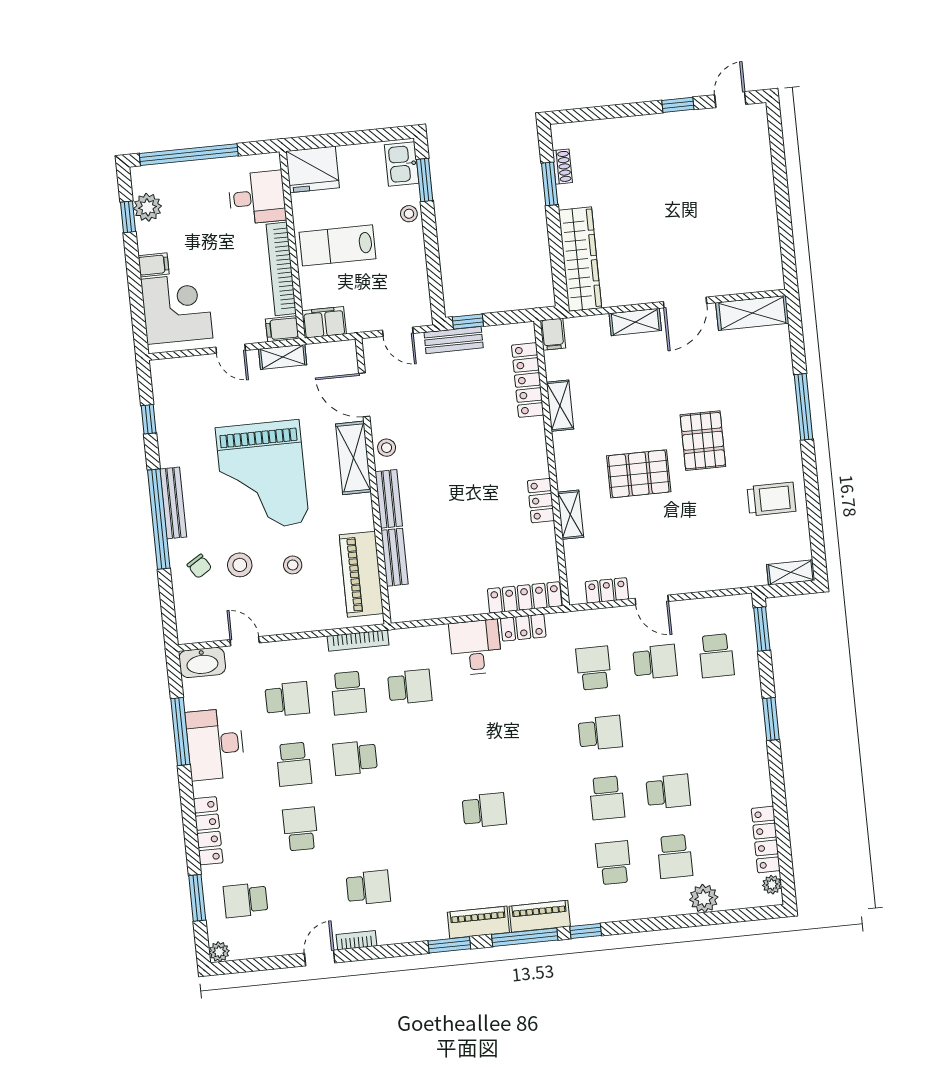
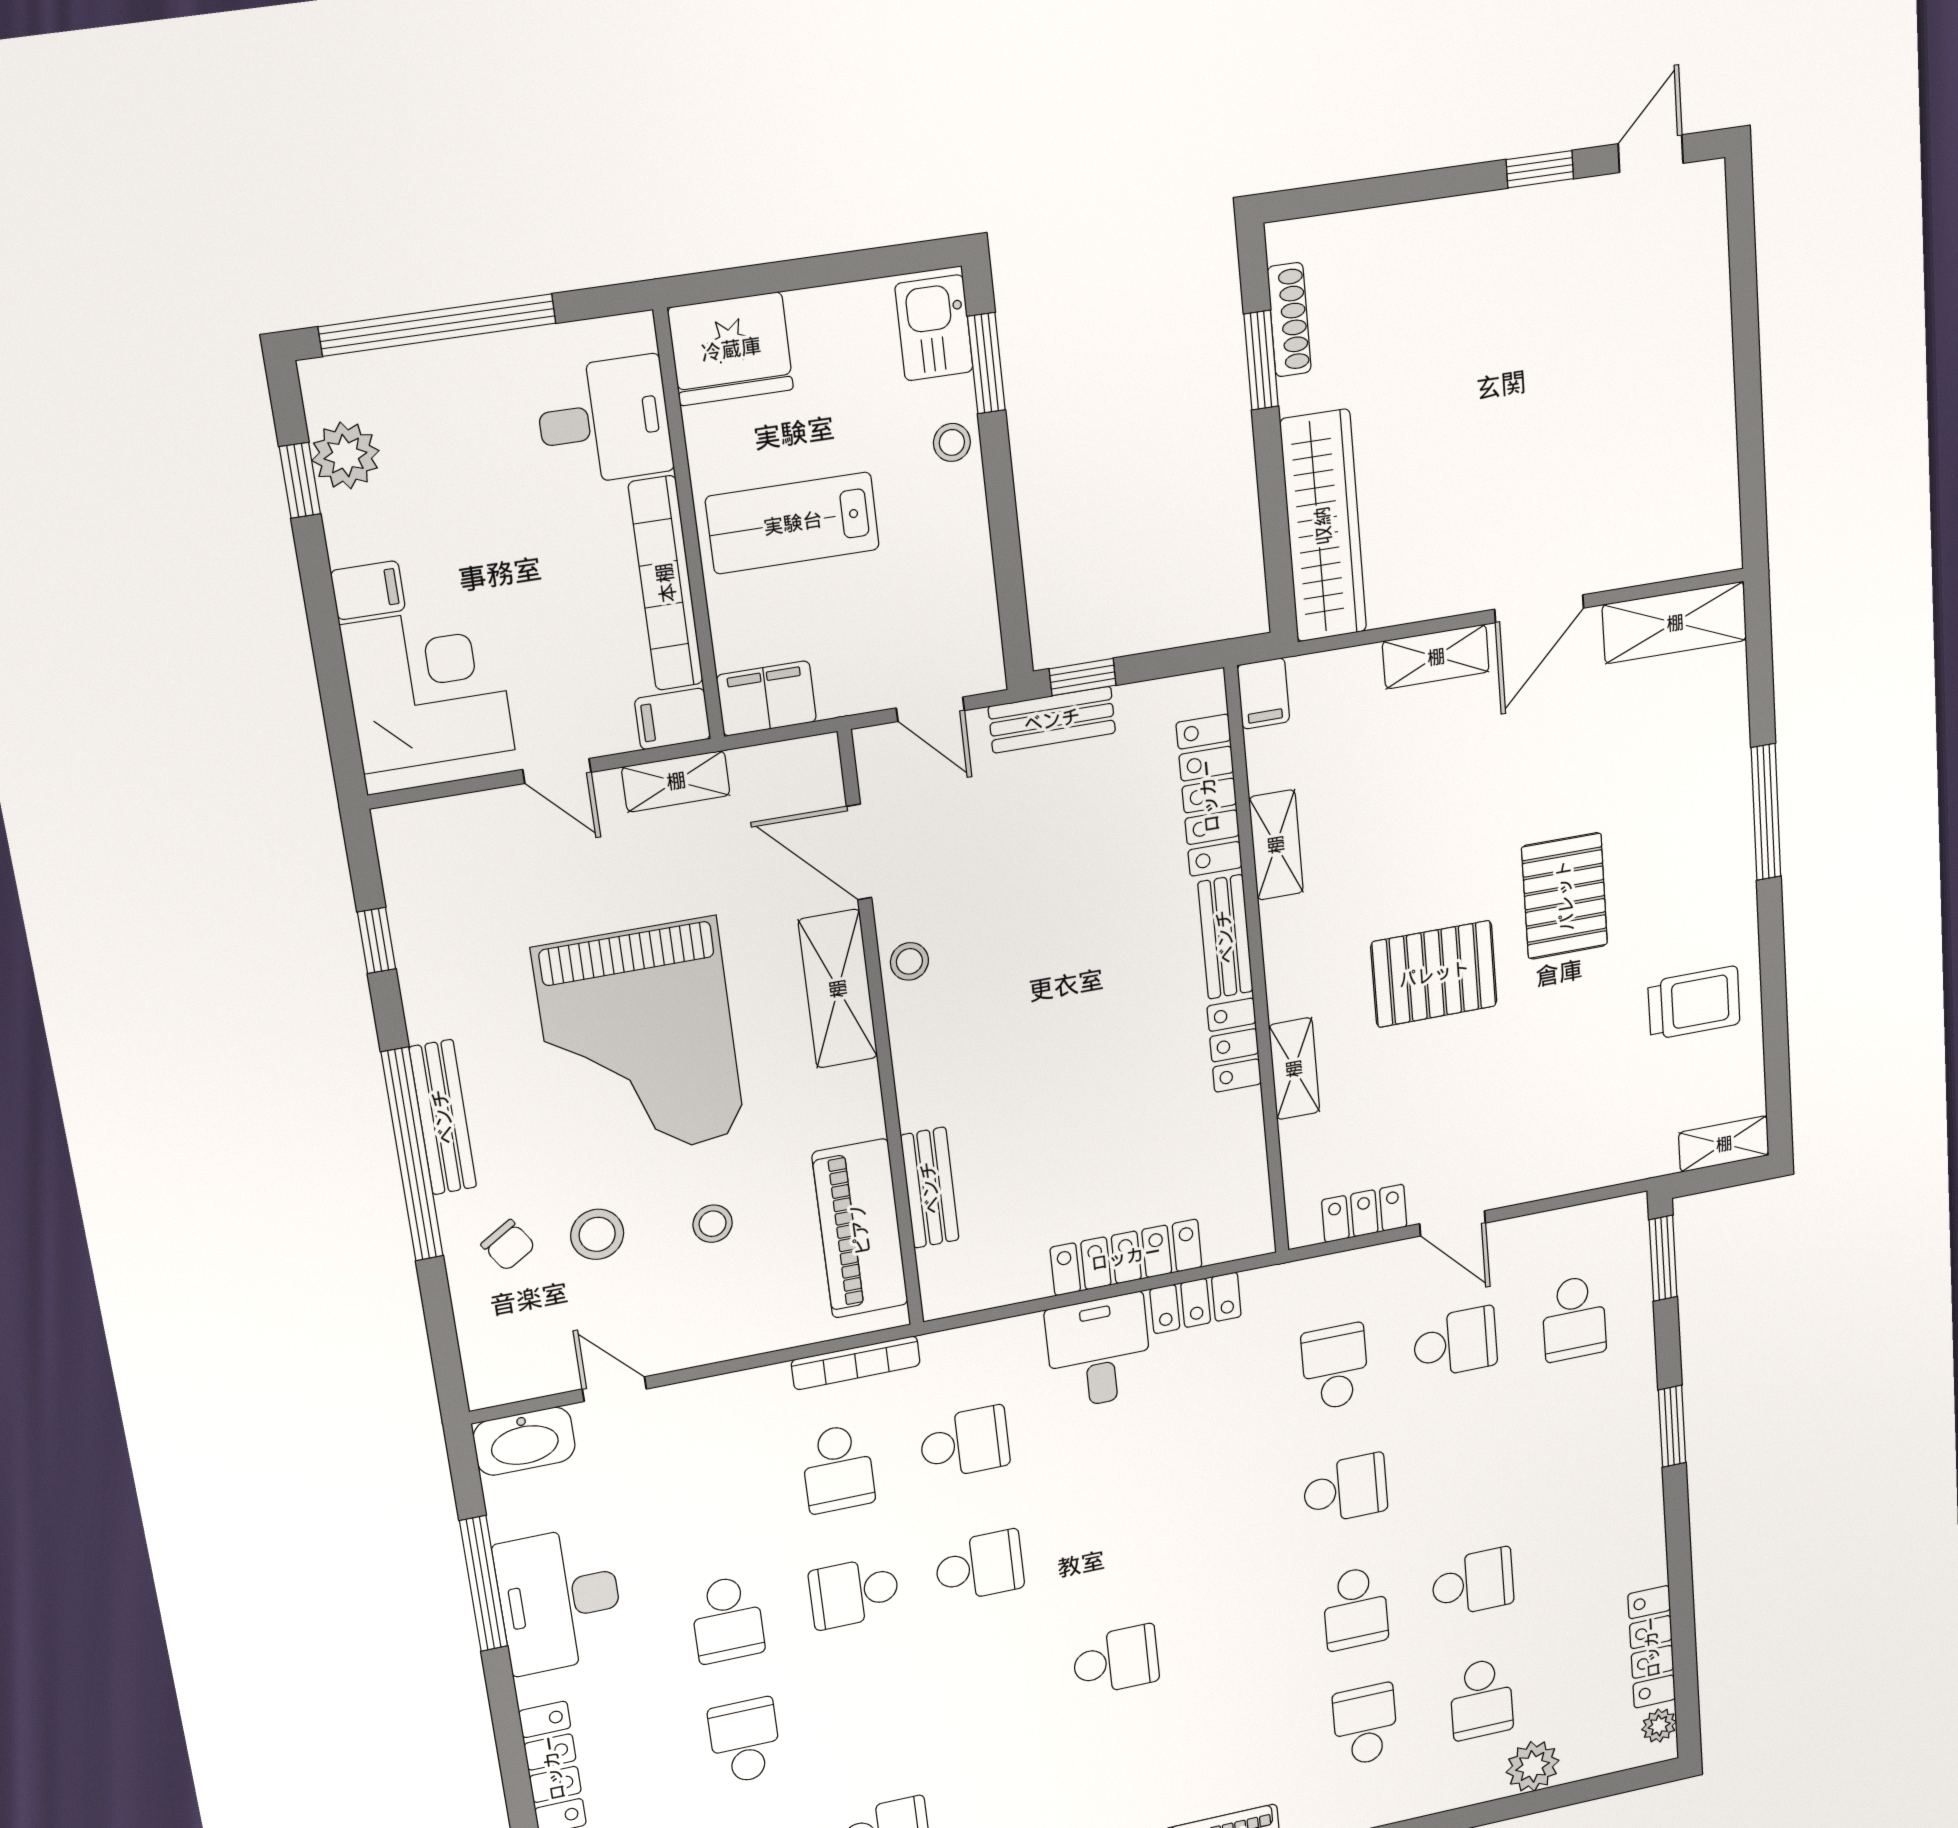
shoe rack: (562, 167) -> (1289, 320), width x1.43
bench: (389, 499) -> (1225, 937), moved
locker: (525, 597) -> (1126, 1257), moved
school desk: (287, 699) -> (979, 1566), moved

